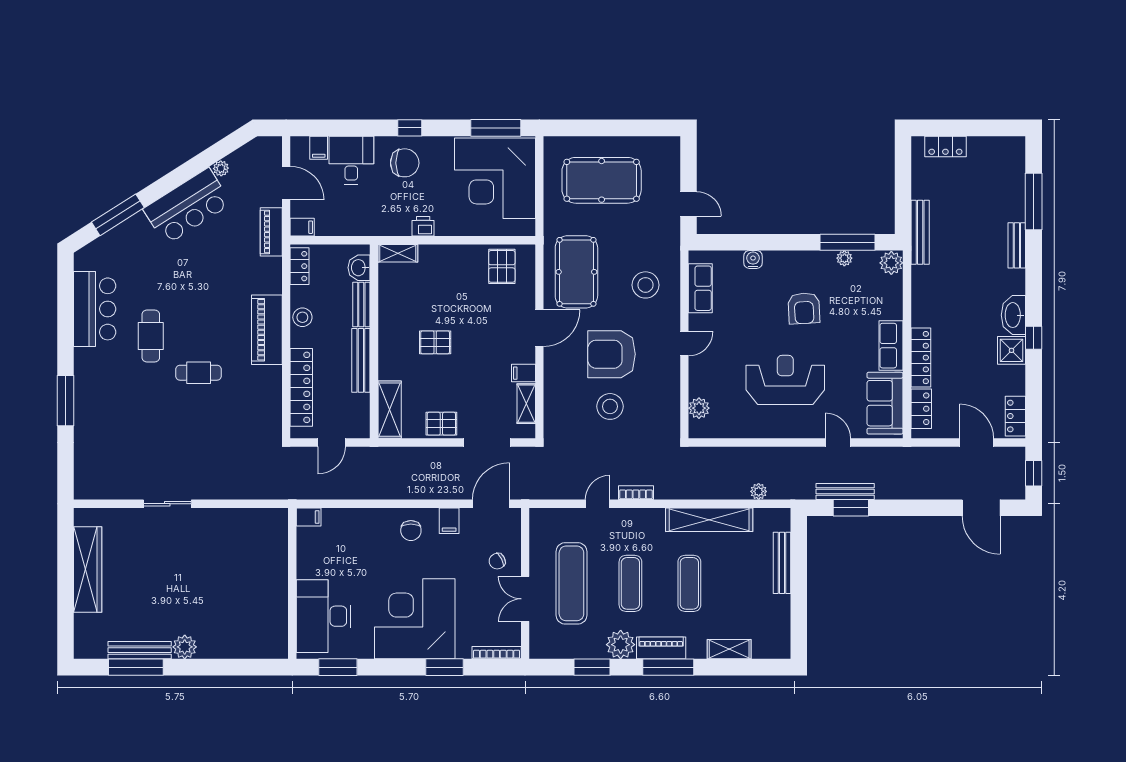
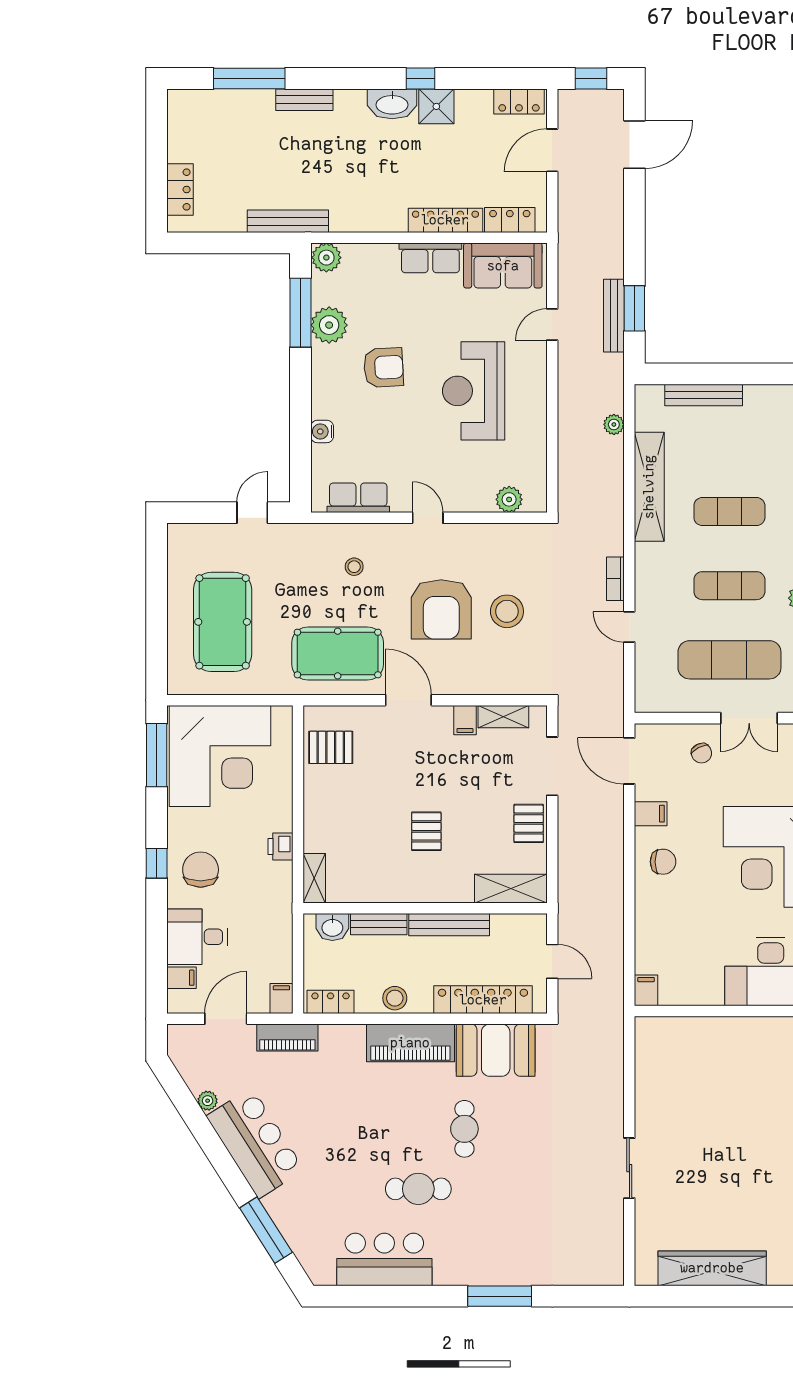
plant: (844, 258) -> (329, 325), width x1.88, depth x1.88
stool: (645, 285) -> (354, 567), width x0.53, depth x0.53
booth: (261, 397) -> (496, 1050), added

